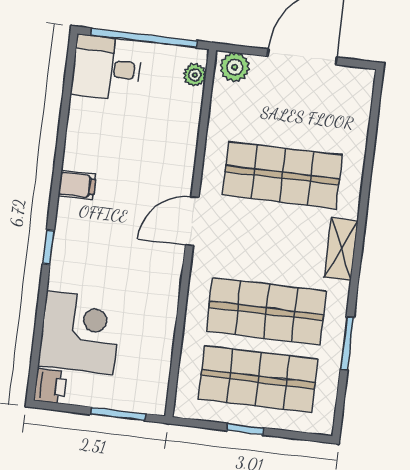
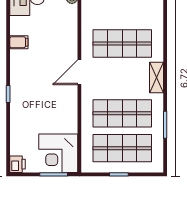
filing cabinet: (77, 185) -> (19, 42), moved
corner desk: (80, 333) -> (58, 153), moved, turned 180

